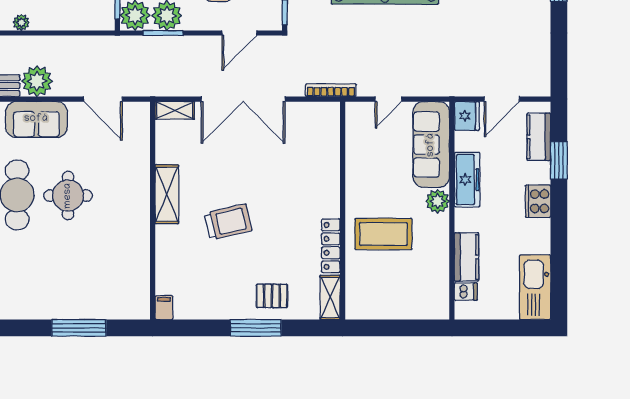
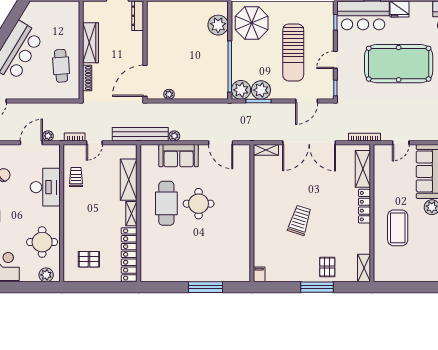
plant: (37, 81) -> (174, 136), width x0.53, depth x0.53
shelving: (167, 194) -> (363, 169), moved
trolley: (228, 222) -> (300, 220), turned -59
coffee table: (383, 234) -> (398, 228), turned 90
locker: (331, 246) -> (364, 206), moved
pallet: (272, 296) -> (327, 267), turned 90

